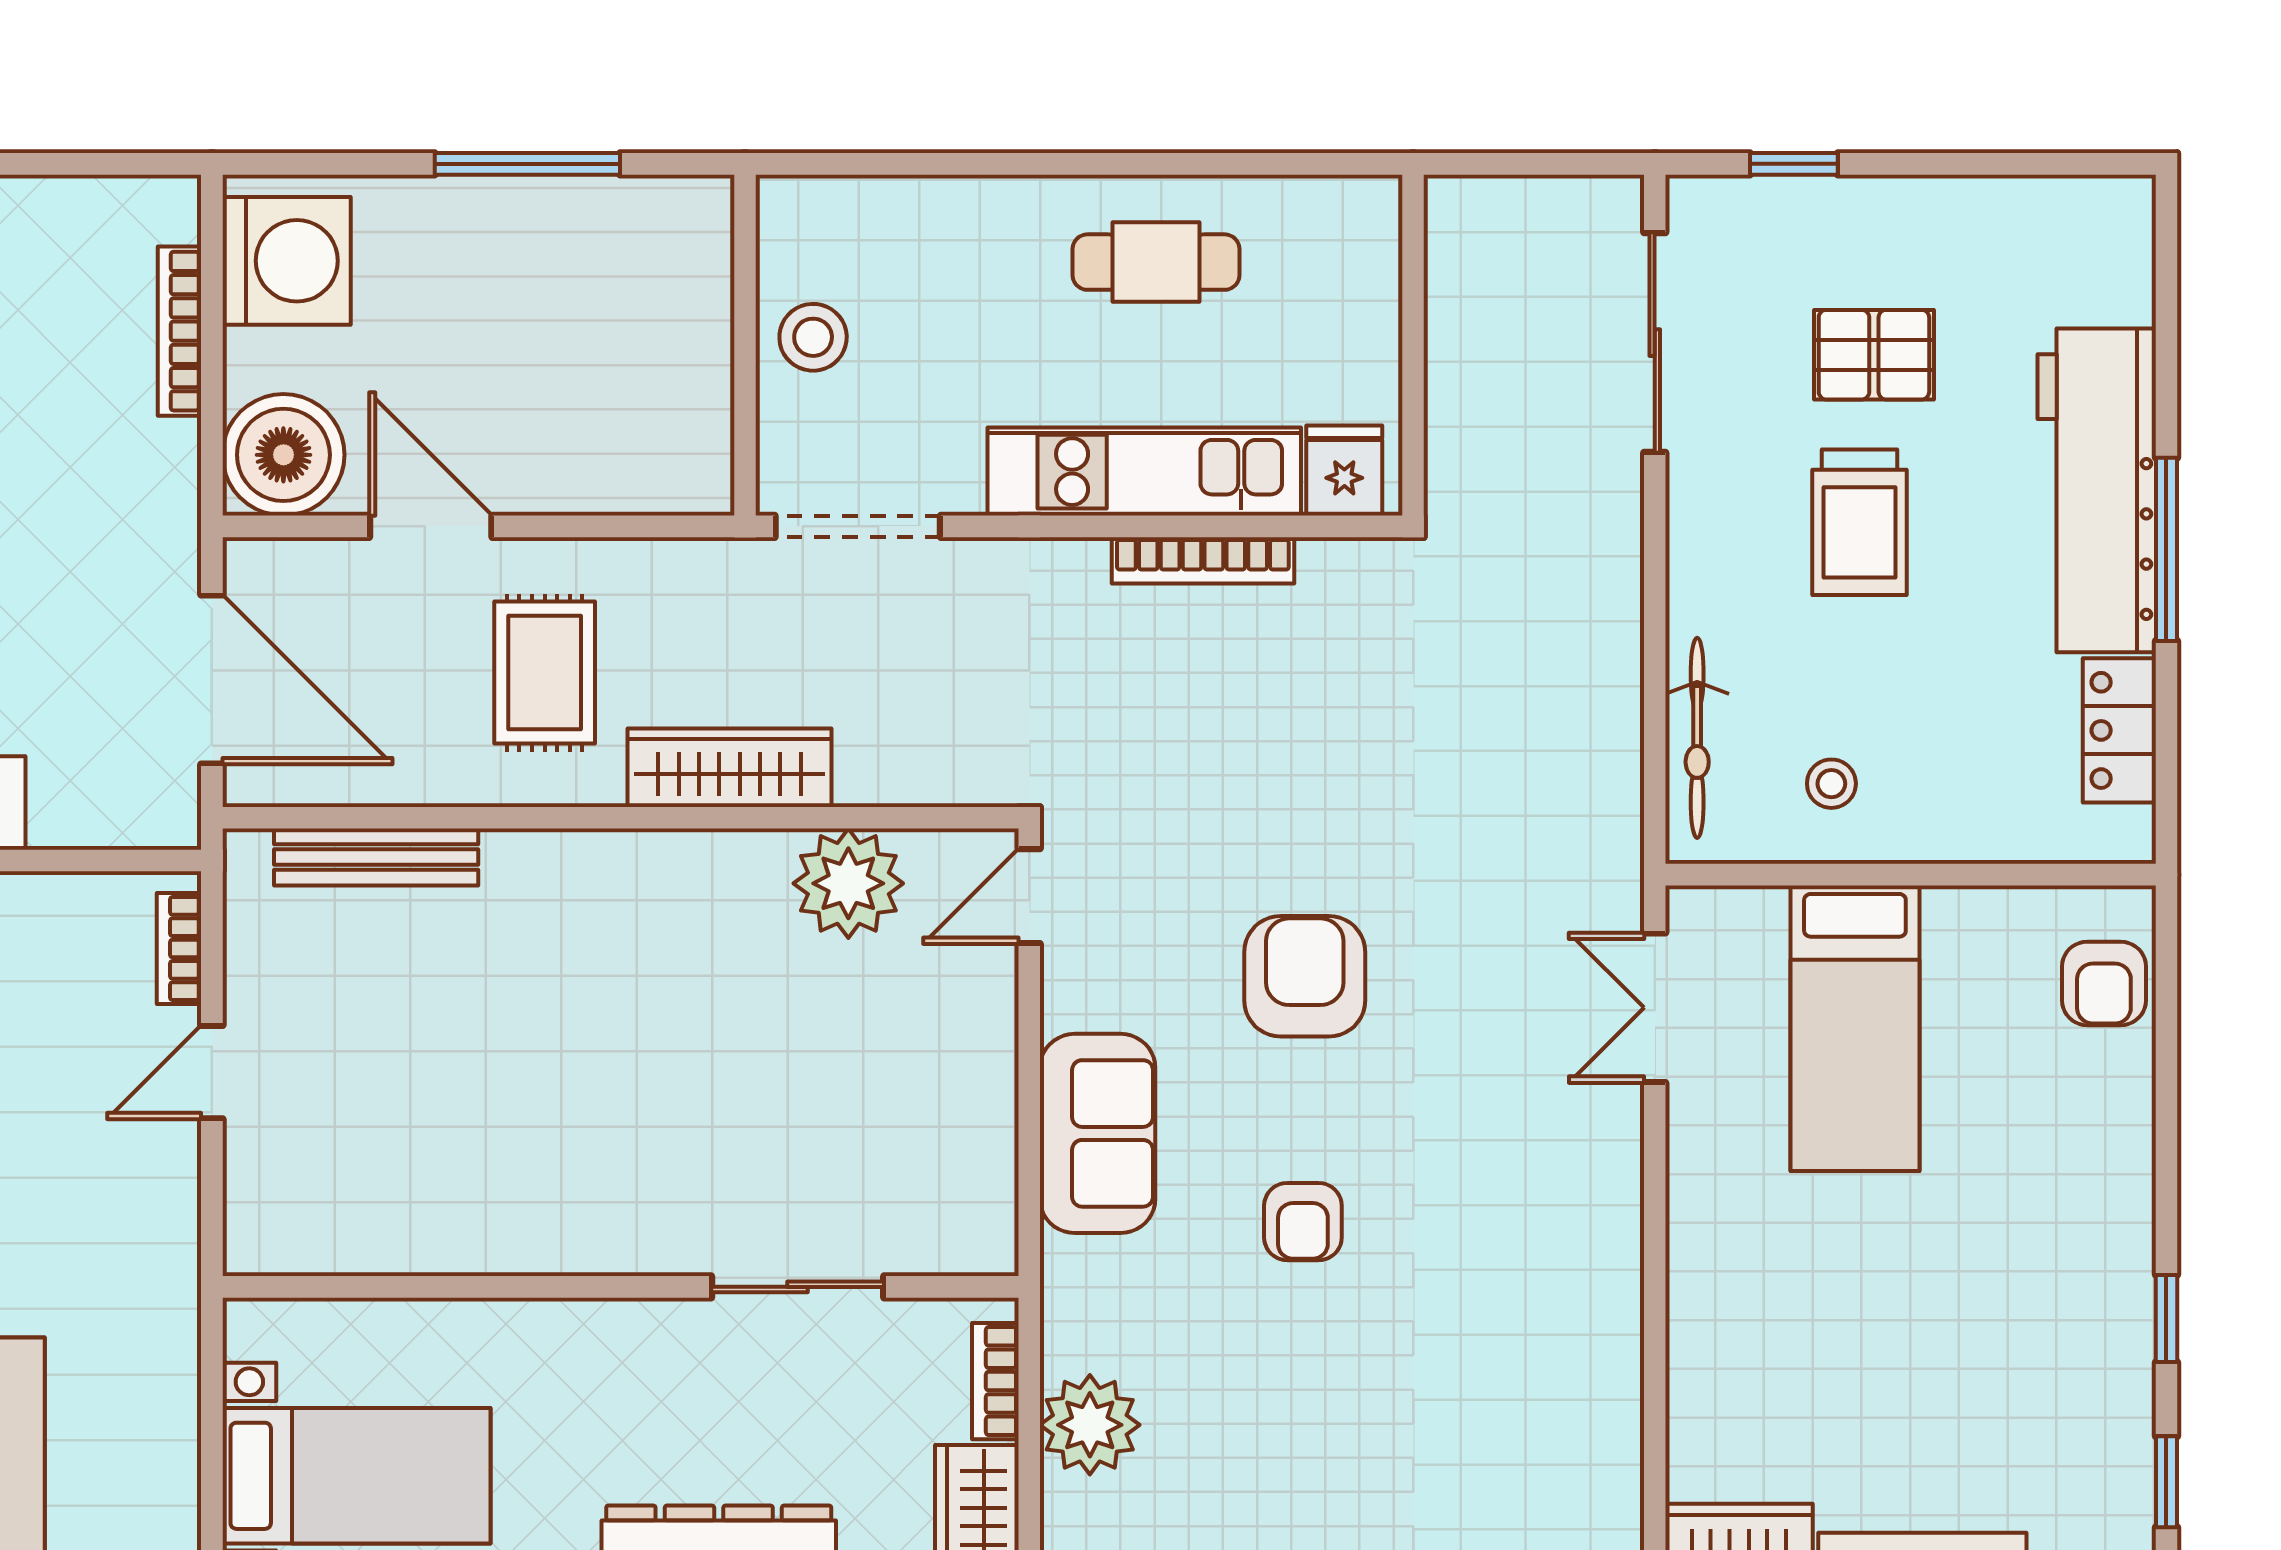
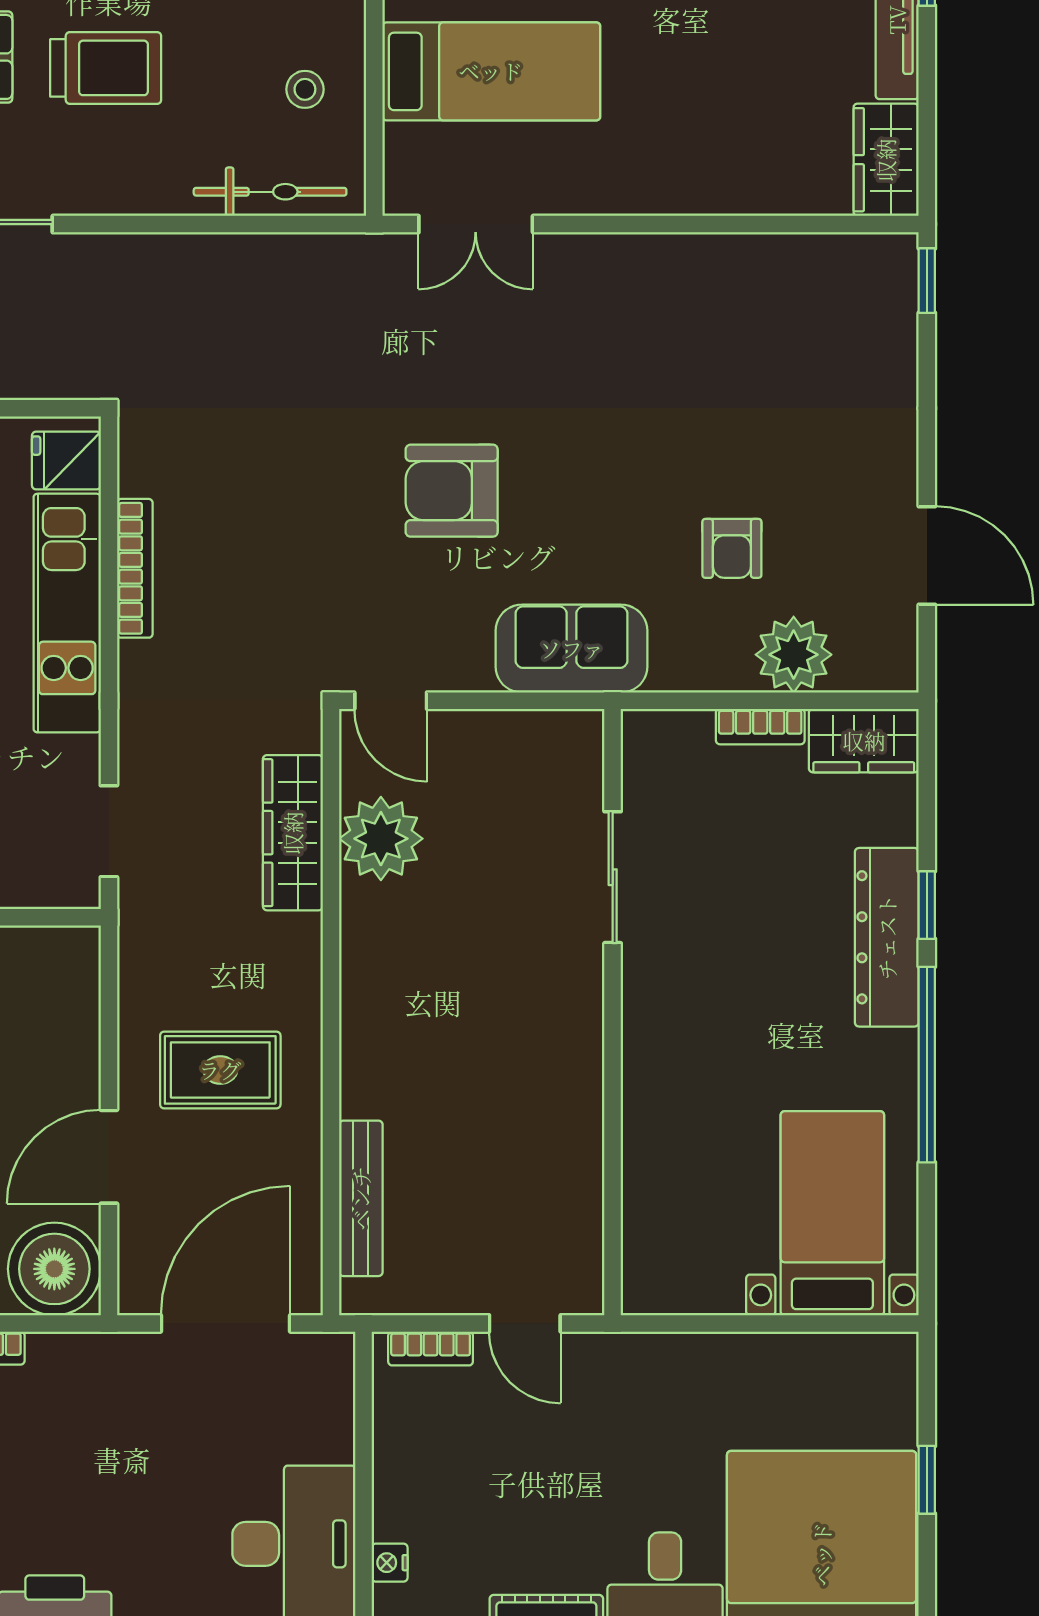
doorway: (858, 526) -> (109, 831), width x0.73
wardrobe: (729, 768) -> (293, 833), moved
armchair: (1303, 1222) -> (732, 548), moved, turned 90
wall: (621, 1287) -> (613, 1012), moved
sliding door: (798, 1287) -> (613, 877), moved

